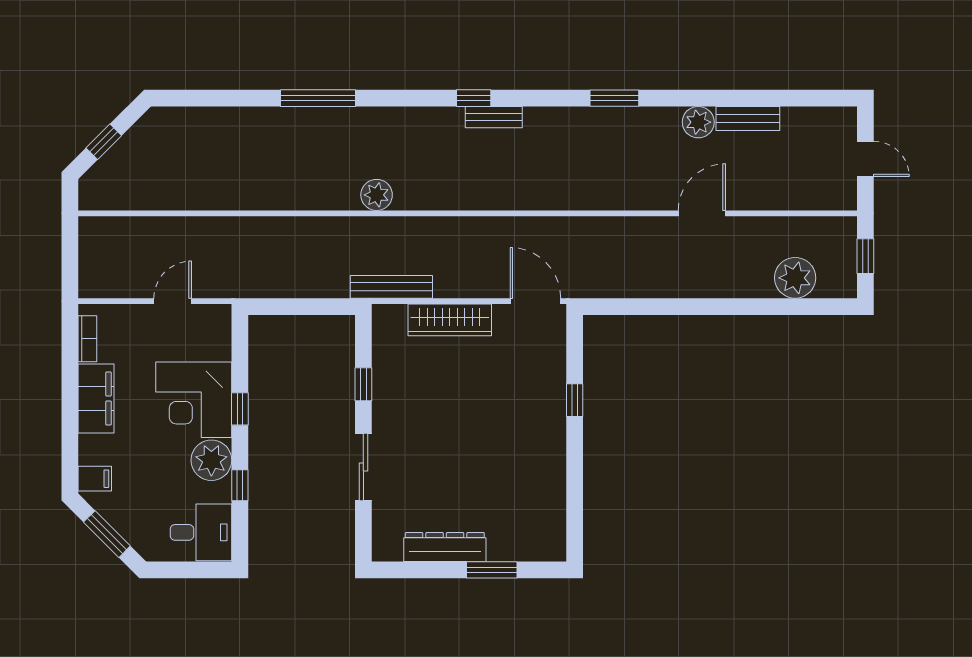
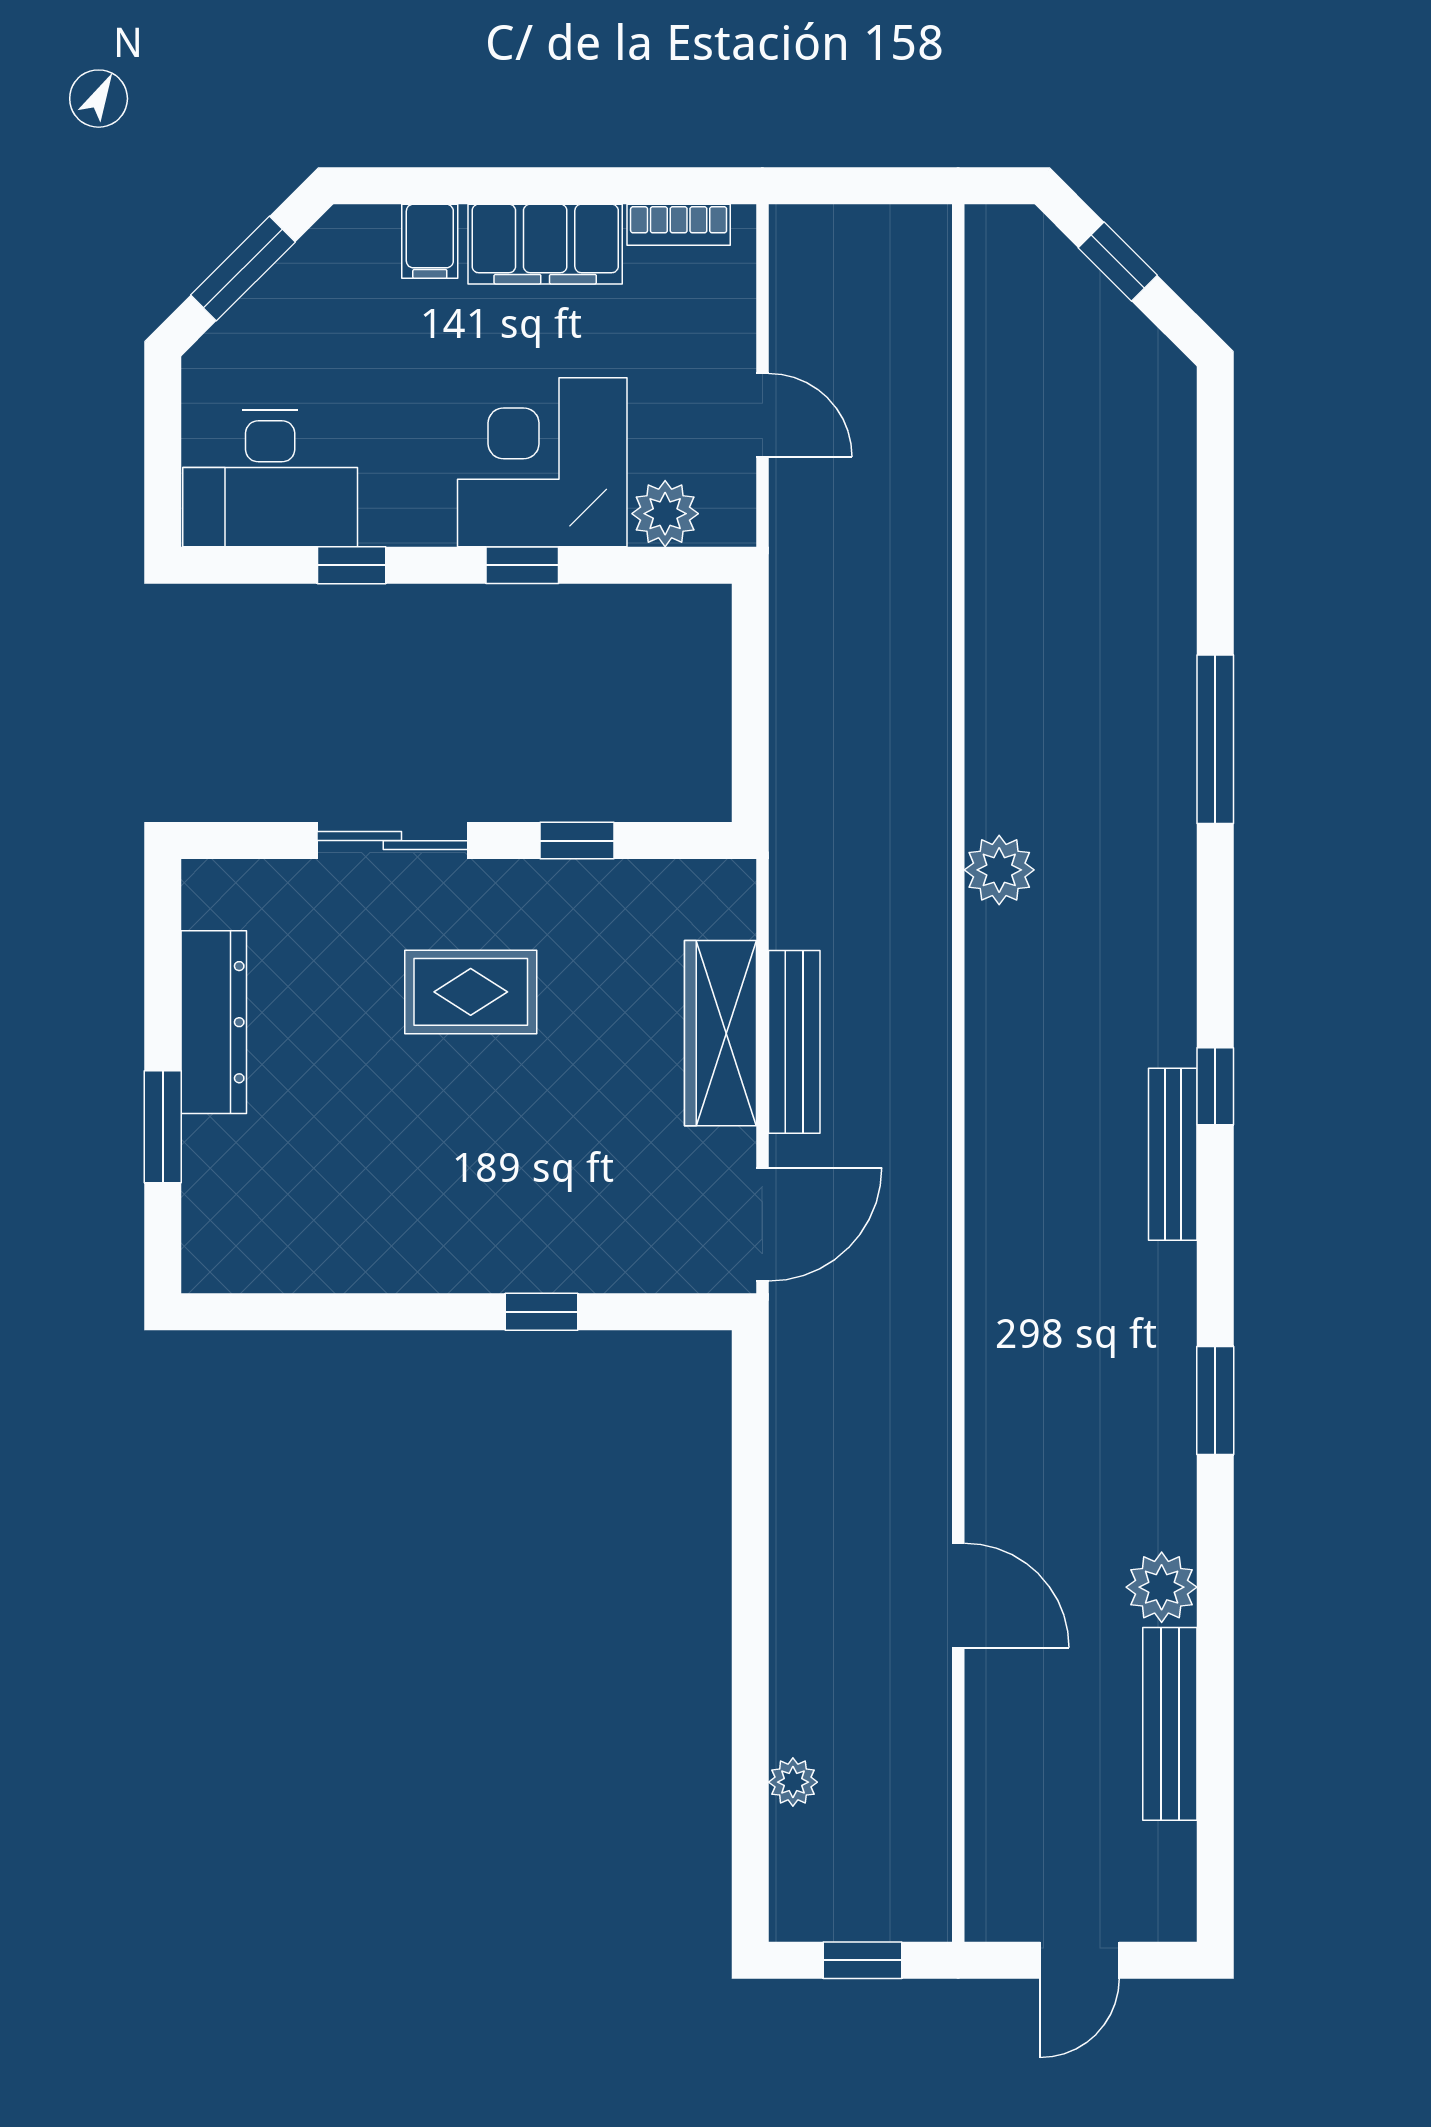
bench: (494, 117) -> (1173, 1154), width x1.36
bench: (748, 118) -> (1170, 1724), width x1.36
plant: (795, 278) -> (793, 1782), width x0.53, depth x0.53
bench: (391, 287) -> (794, 1042), moved
rug: (431, 432) -> (471, 992), added
plant: (211, 460) -> (665, 514), moved, width x0.73, depth x0.73
filing cabinet: (95, 479) -> (430, 241), moved
desk: (201, 532) -> (270, 478), width x1.37

